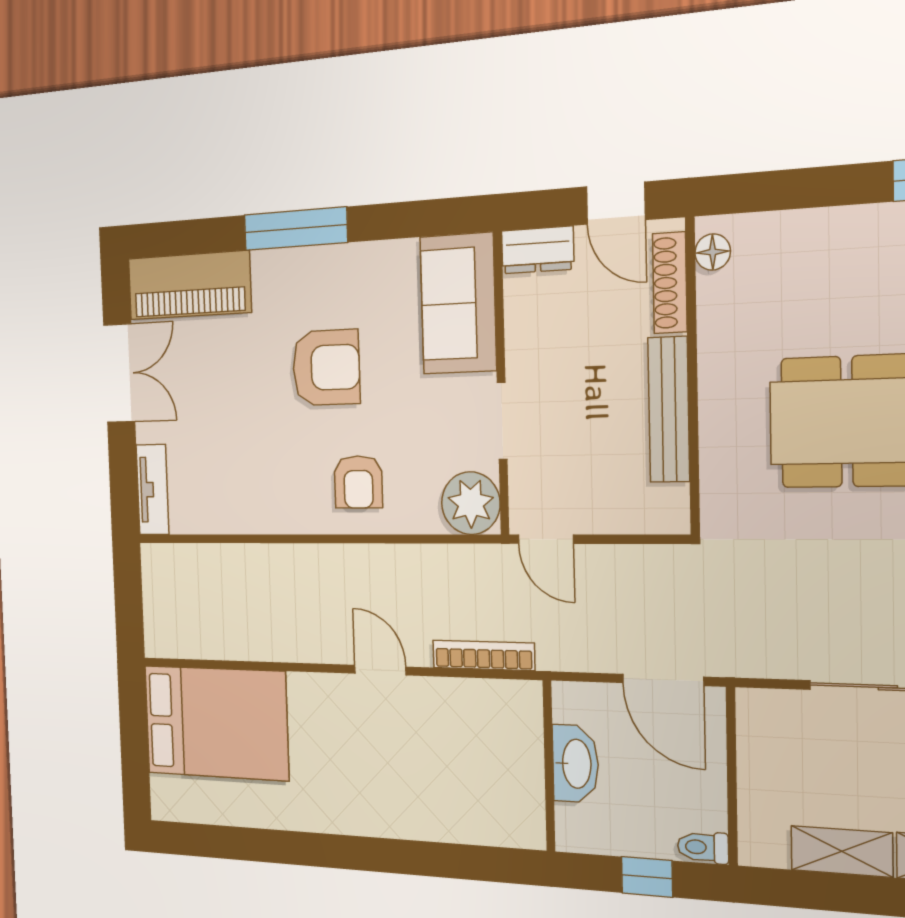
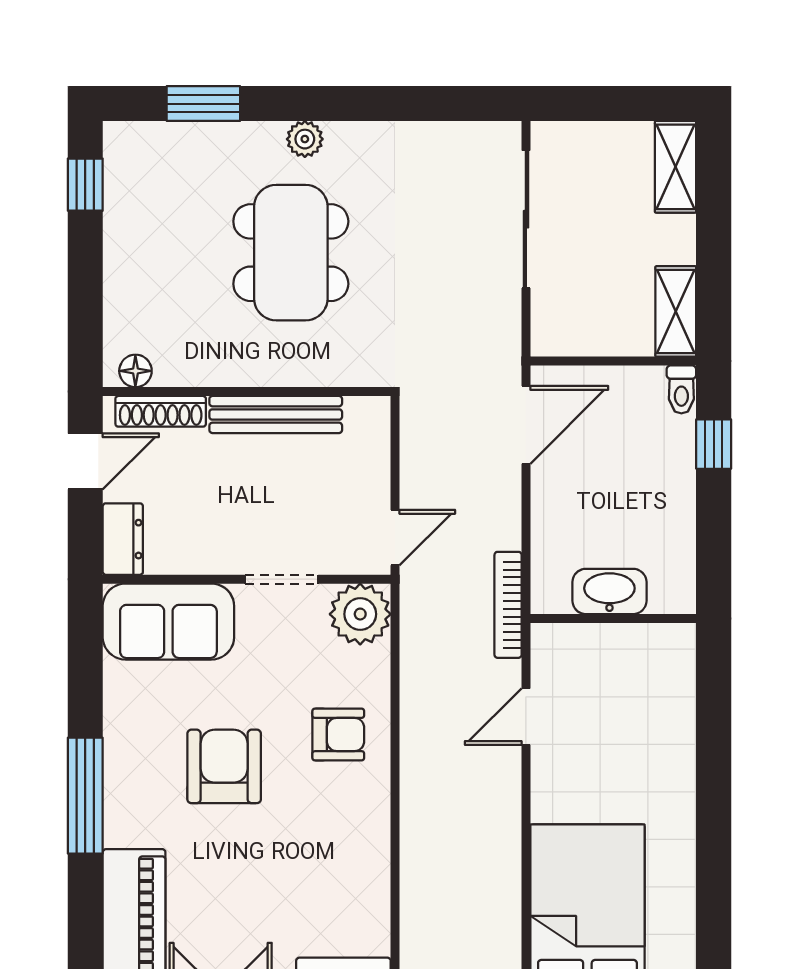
washbasin: (575, 764) -> (609, 591), moved
wall: (549, 766) -> (613, 618), moved
shelving: (842, 851) -> (676, 311), moved

